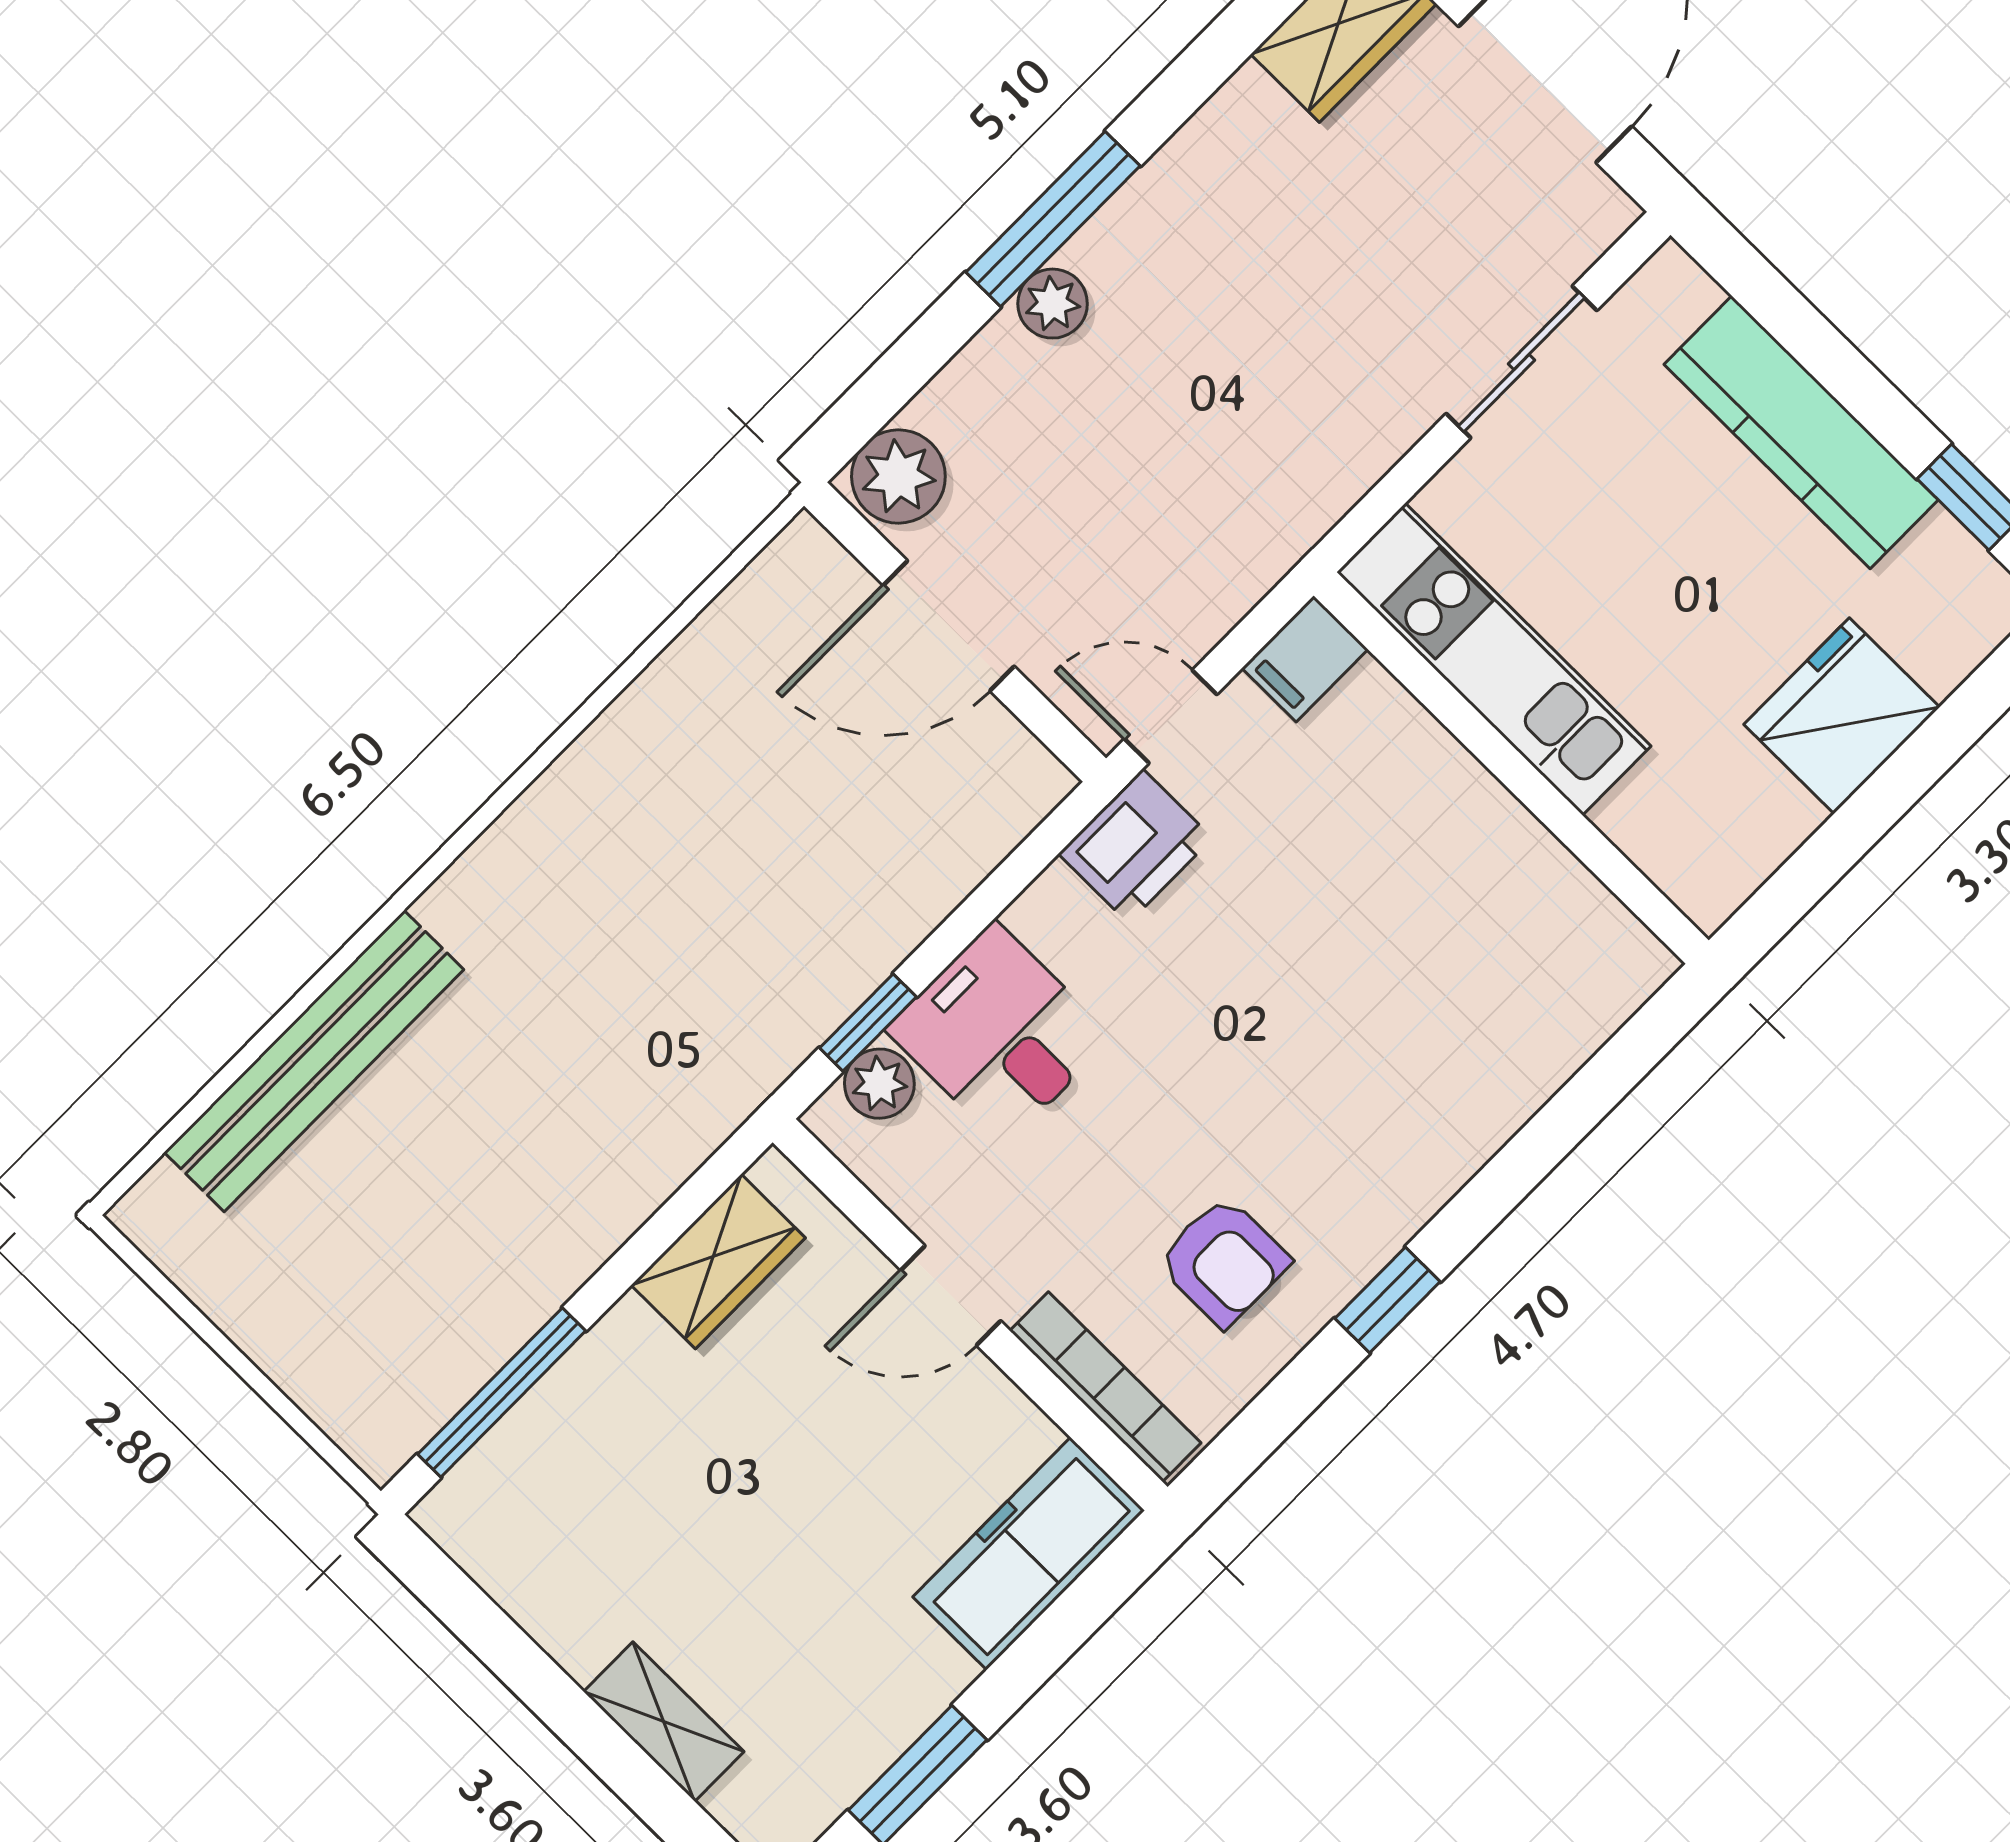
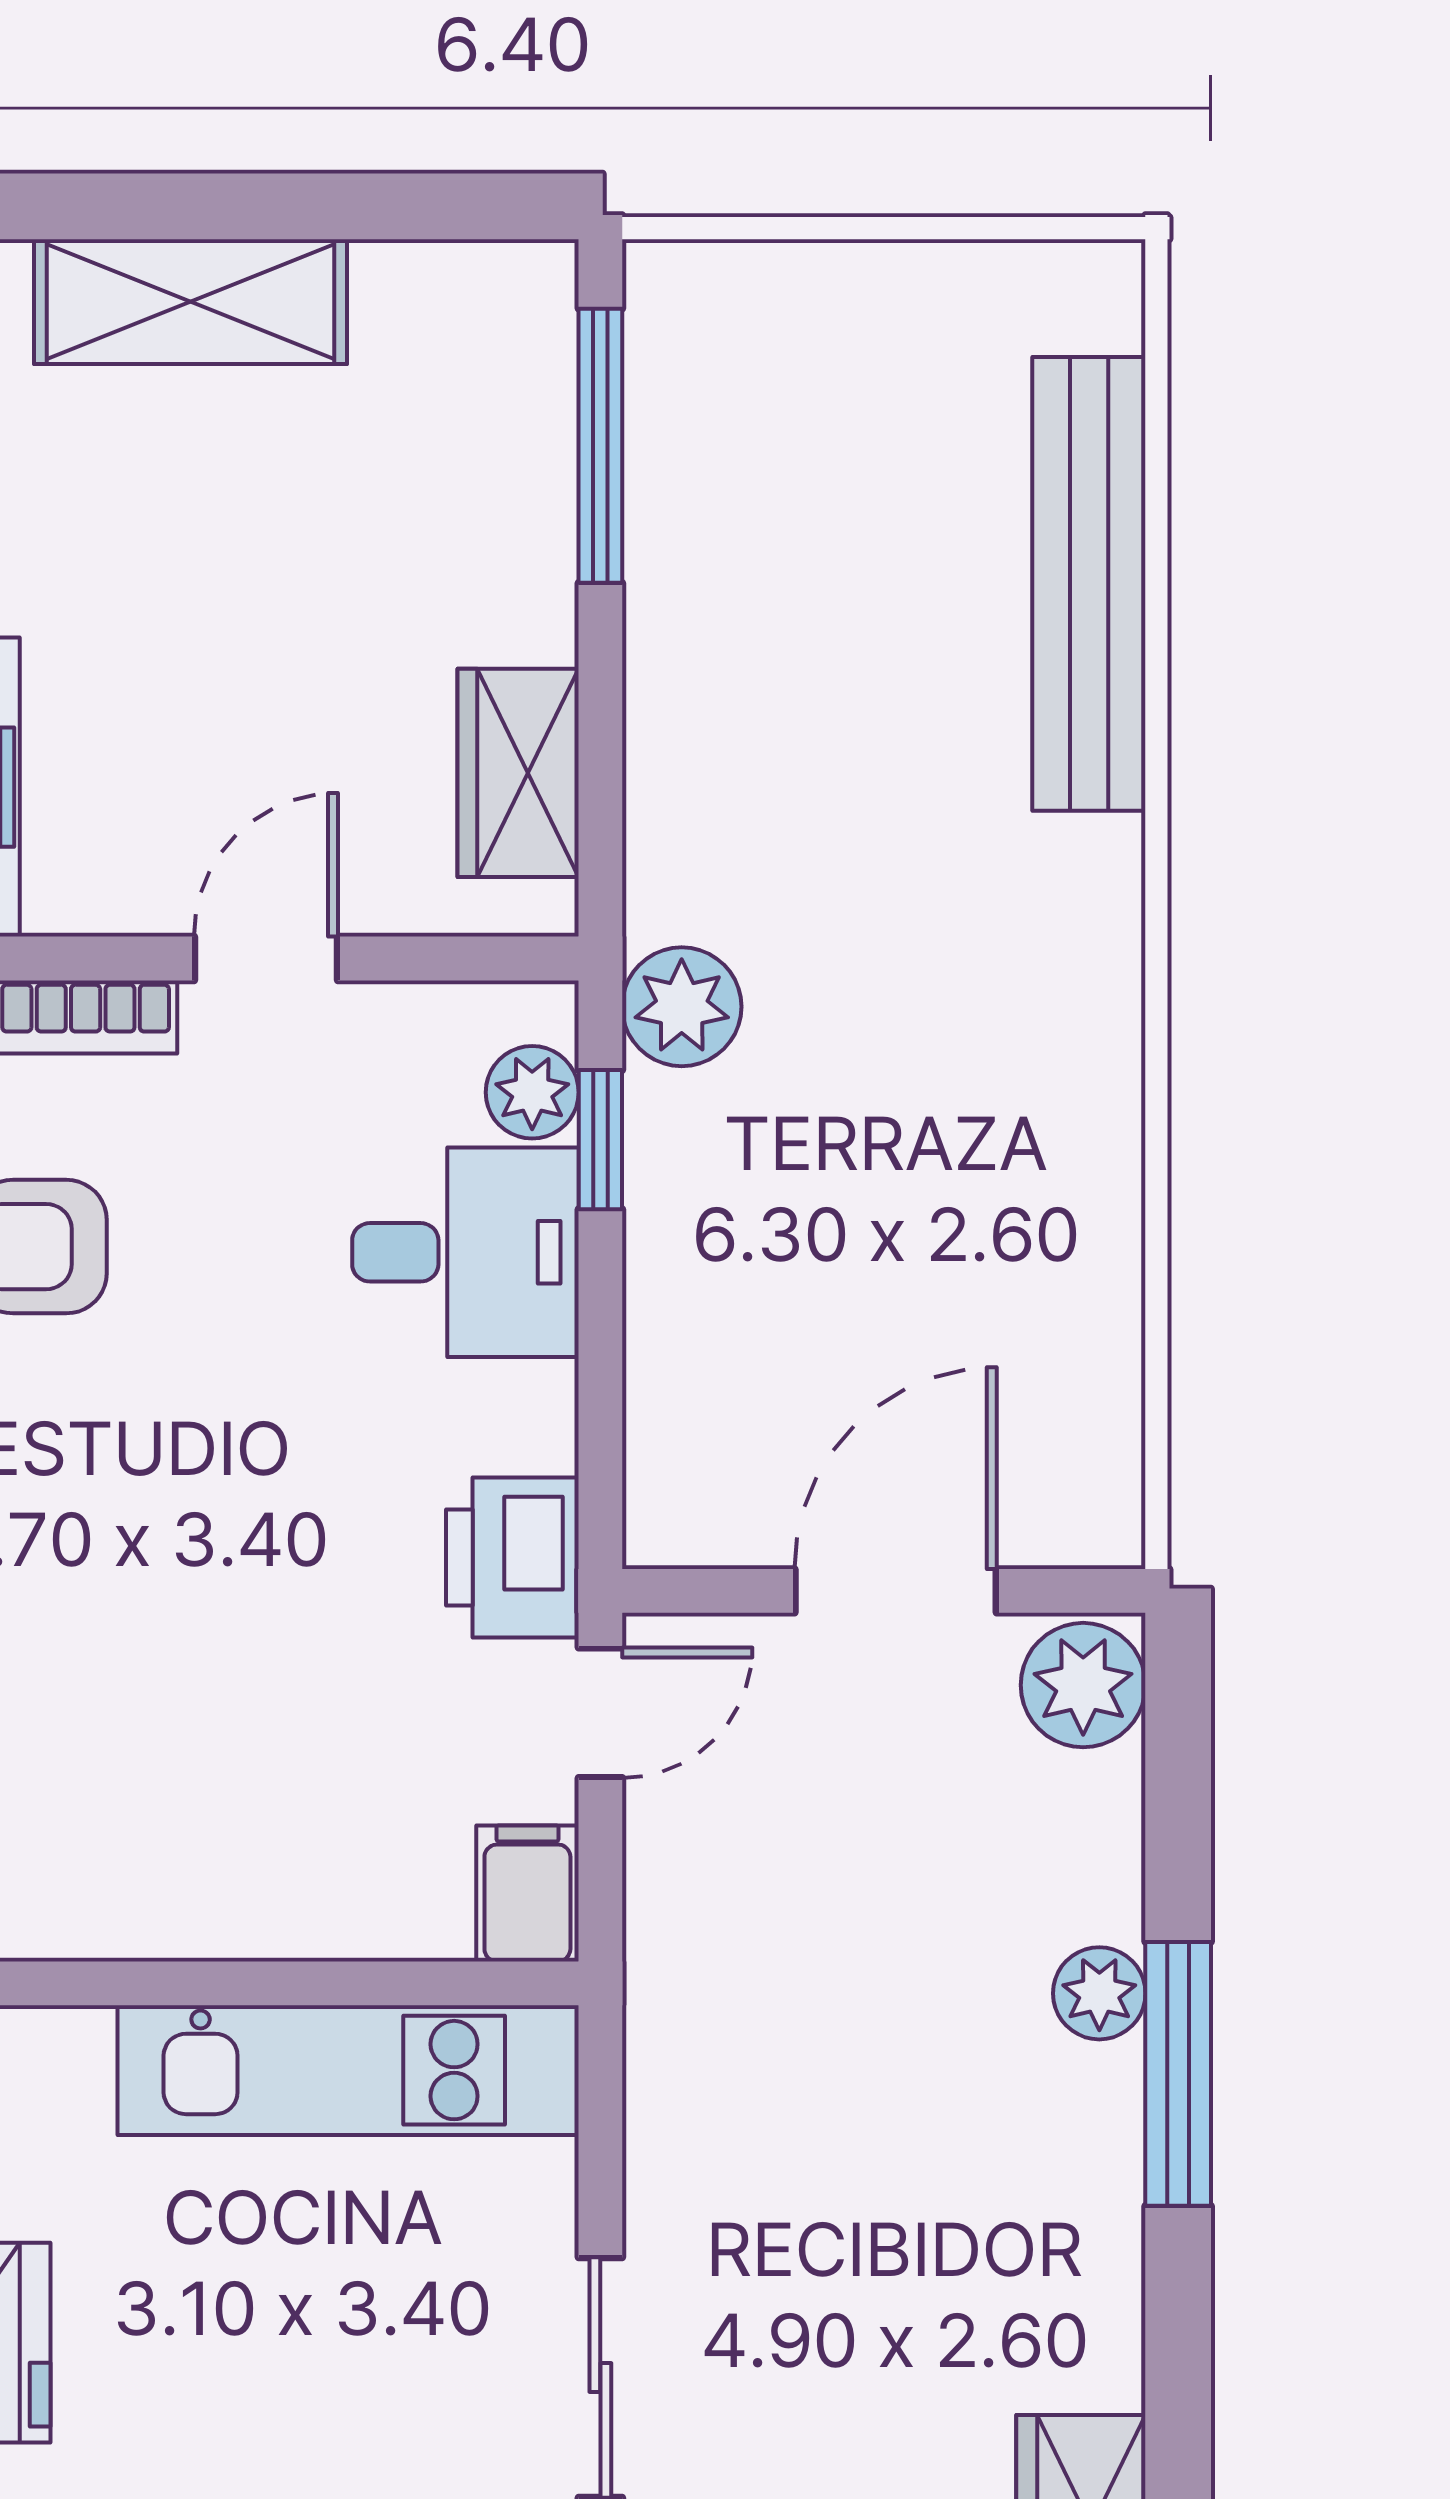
plant: (754, 1050) -> (682, 1007), added
shelving: (664, 1722) -> (191, 302), width x1.50, depth x1.33

